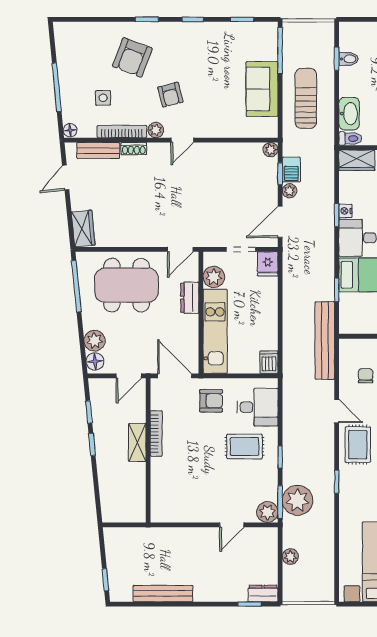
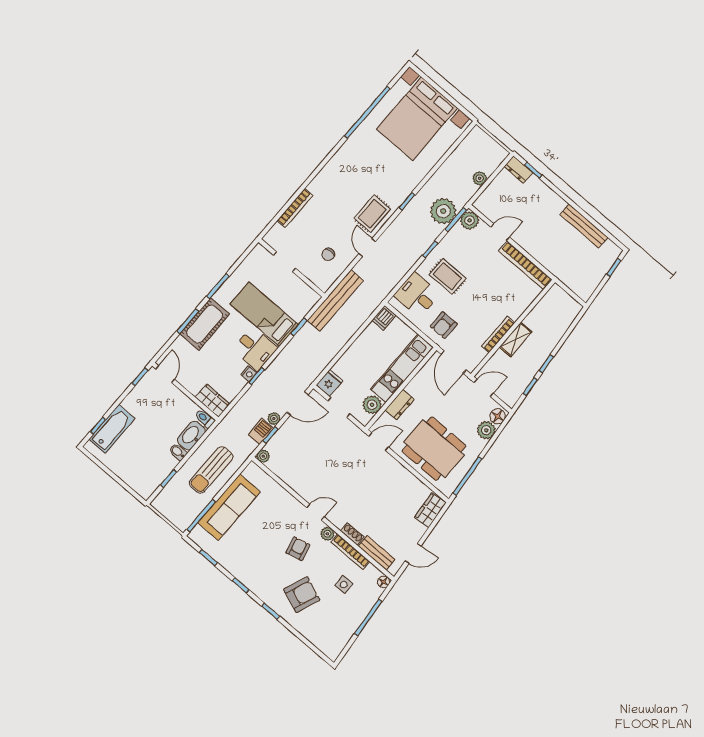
bidet: (349, 59) -> (178, 452), moved
sofa: (262, 89) -> (229, 507), width x1.36
armchair: (211, 401) -> (444, 325), turned -90
bookcase: (185, 515) -> (525, 265), added

